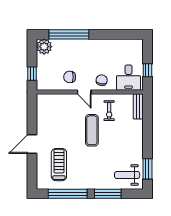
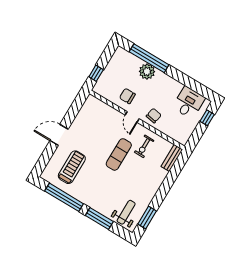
plant: (44, 47) -> (147, 71), moved
window: (147, 70) -> (207, 118), moved
desk: (129, 78) -> (189, 103), moved, turned 180
weight bench: (127, 175) -> (126, 212), turned 90

